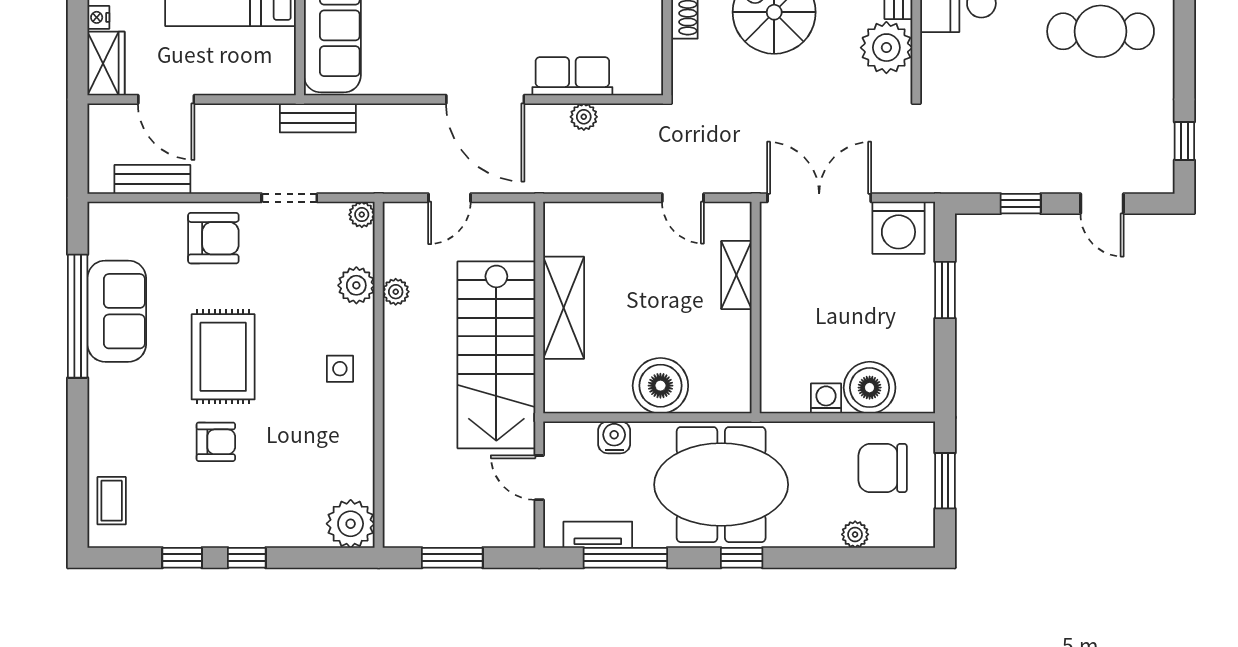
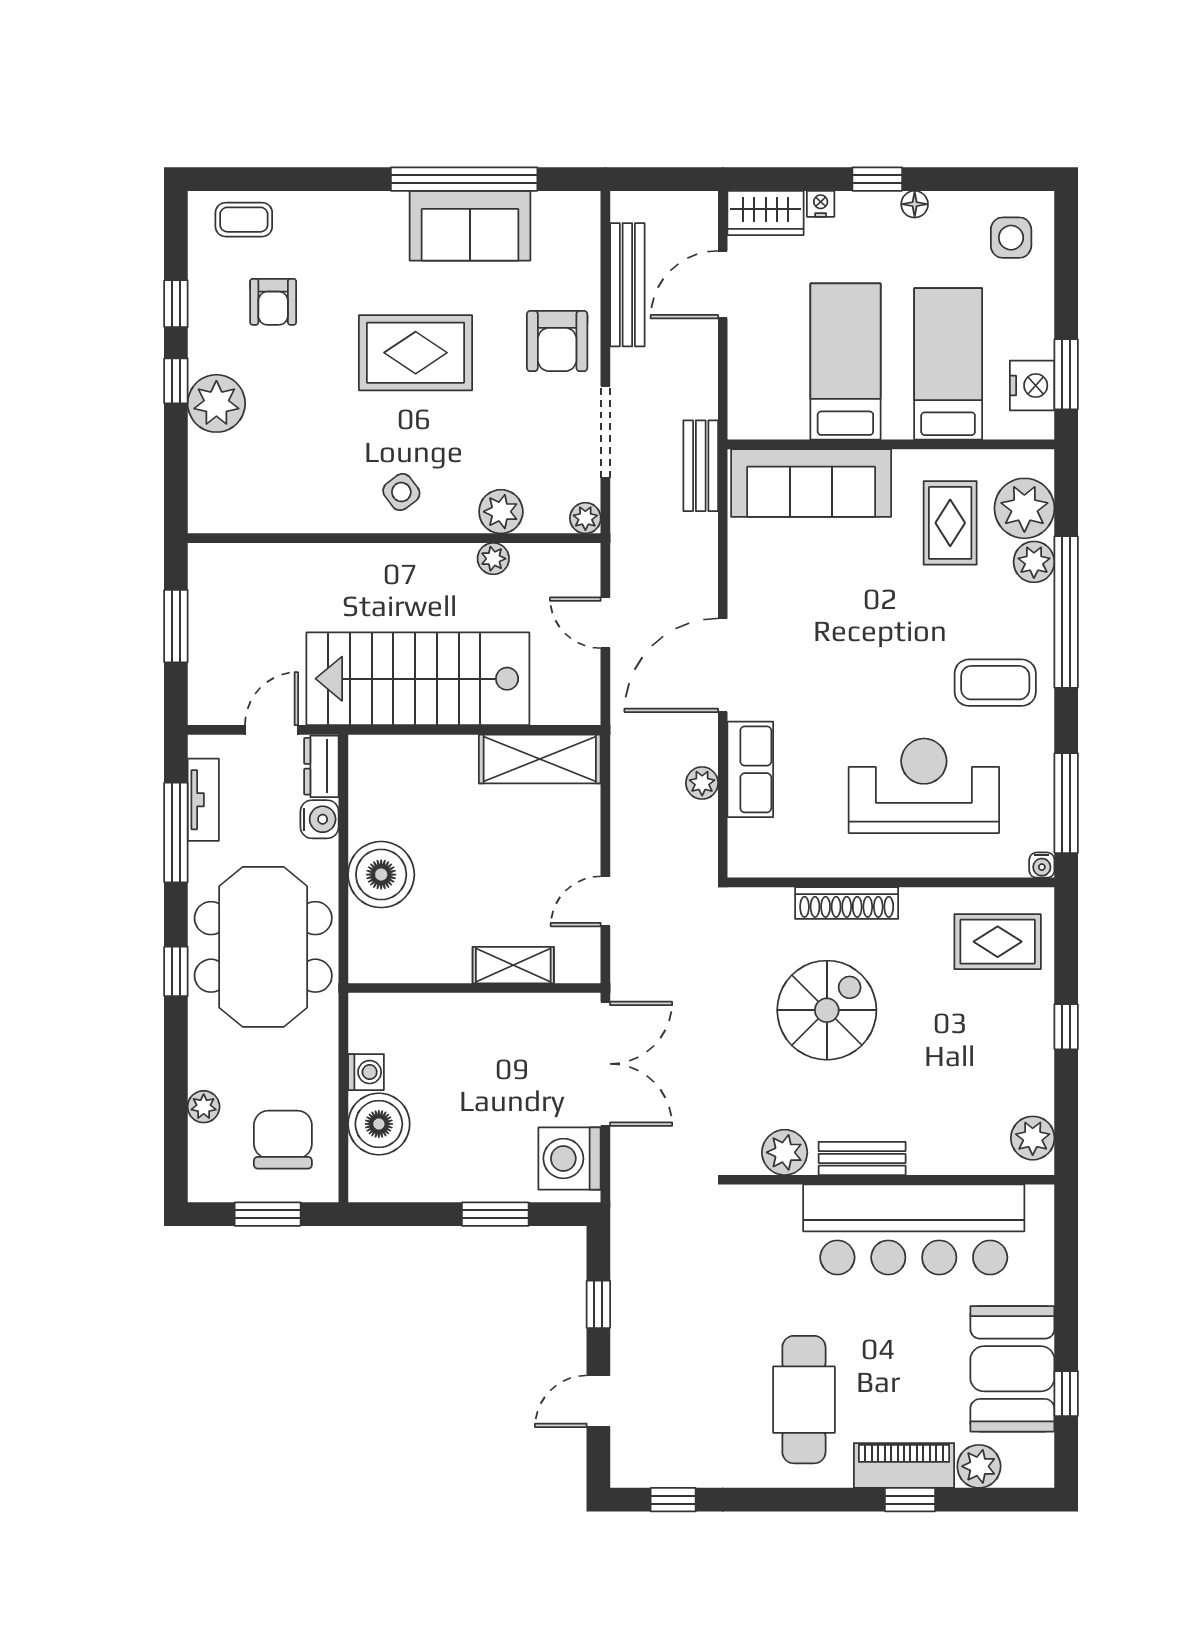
plant: (886, 48) -> (785, 1152), width x0.73, depth x0.73
bench: (152, 179) -> (627, 285), width x1.36
doorway: (289, 198) -> (605, 432), width x1.38
shelving: (564, 308) -> (540, 759), moved
side table: (340, 369) -> (401, 492), turned -37
dresser: (570, 436) -> (321, 766), added
armchair: (216, 442) -> (273, 302), moved
plant: (351, 524) -> (216, 403), moved

